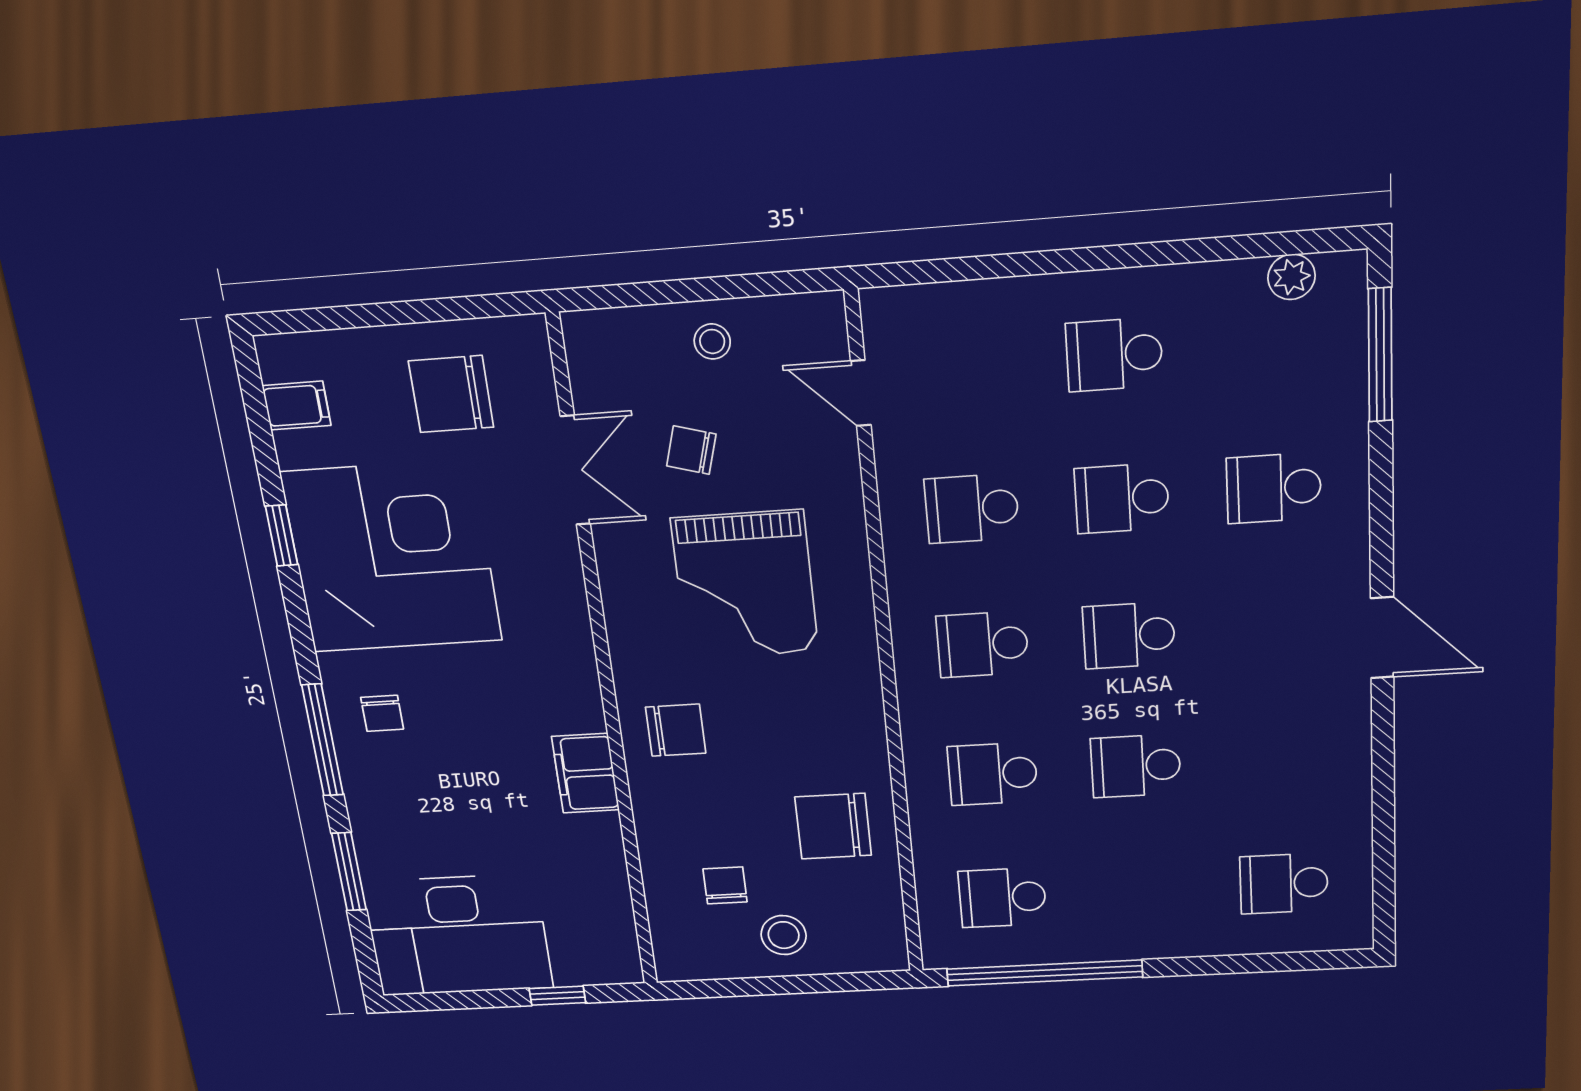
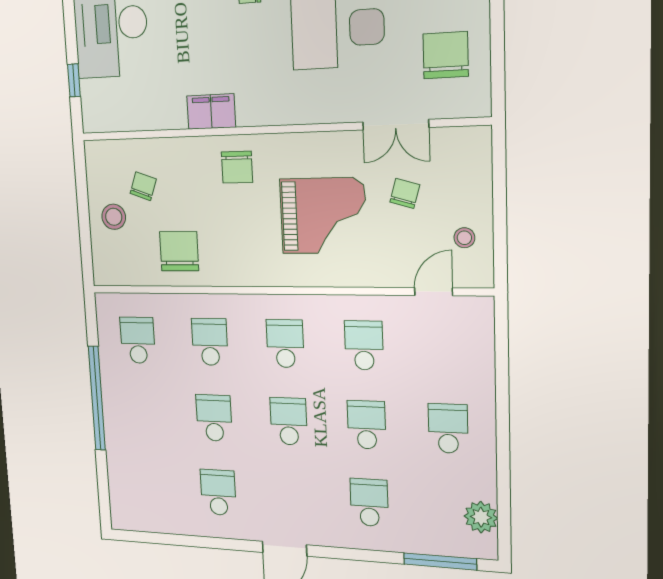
plant: (1291, 277) -> (481, 517), width x1.38, depth x1.38
stool: (712, 341) -> (464, 238), moved
grand piano: (745, 585) -> (323, 216), turned 180
school desk: (1284, 884) -> (218, 492), moved
chair: (725, 885) -> (143, 186), turned -70
window: (1045, 973) -> (97, 398), moved

